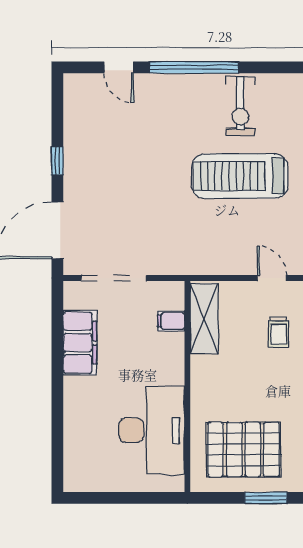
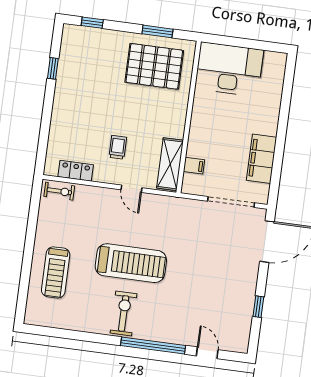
window: (57, 161) -> (258, 307), moved
door: (272, 278) -> (131, 189), moved
desk: (152, 430) -> (229, 69), moved, turned 90
window: (266, 498) -> (157, 31), moved

